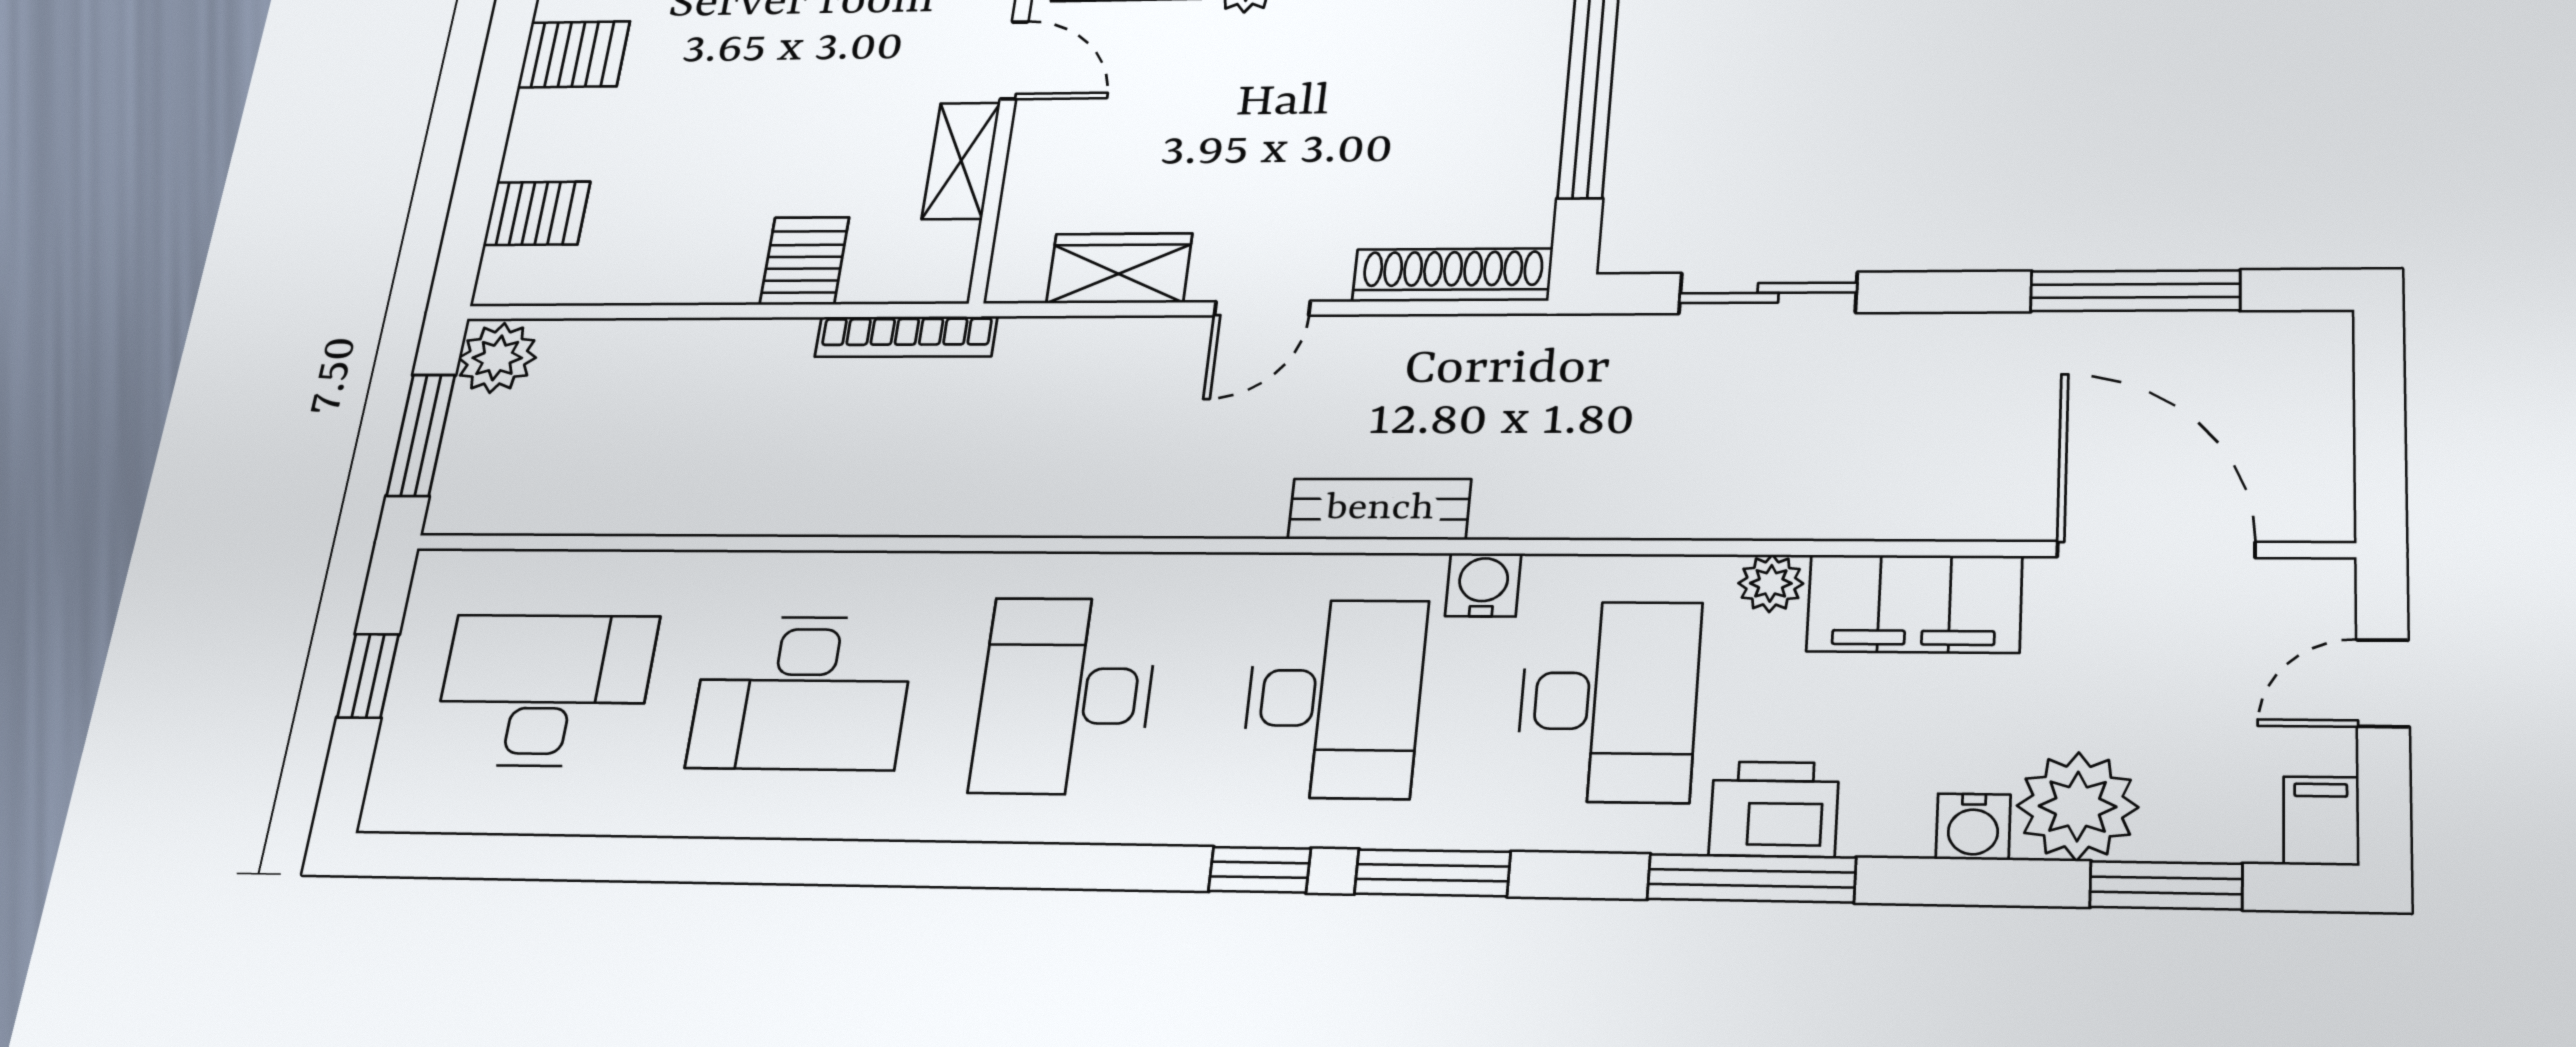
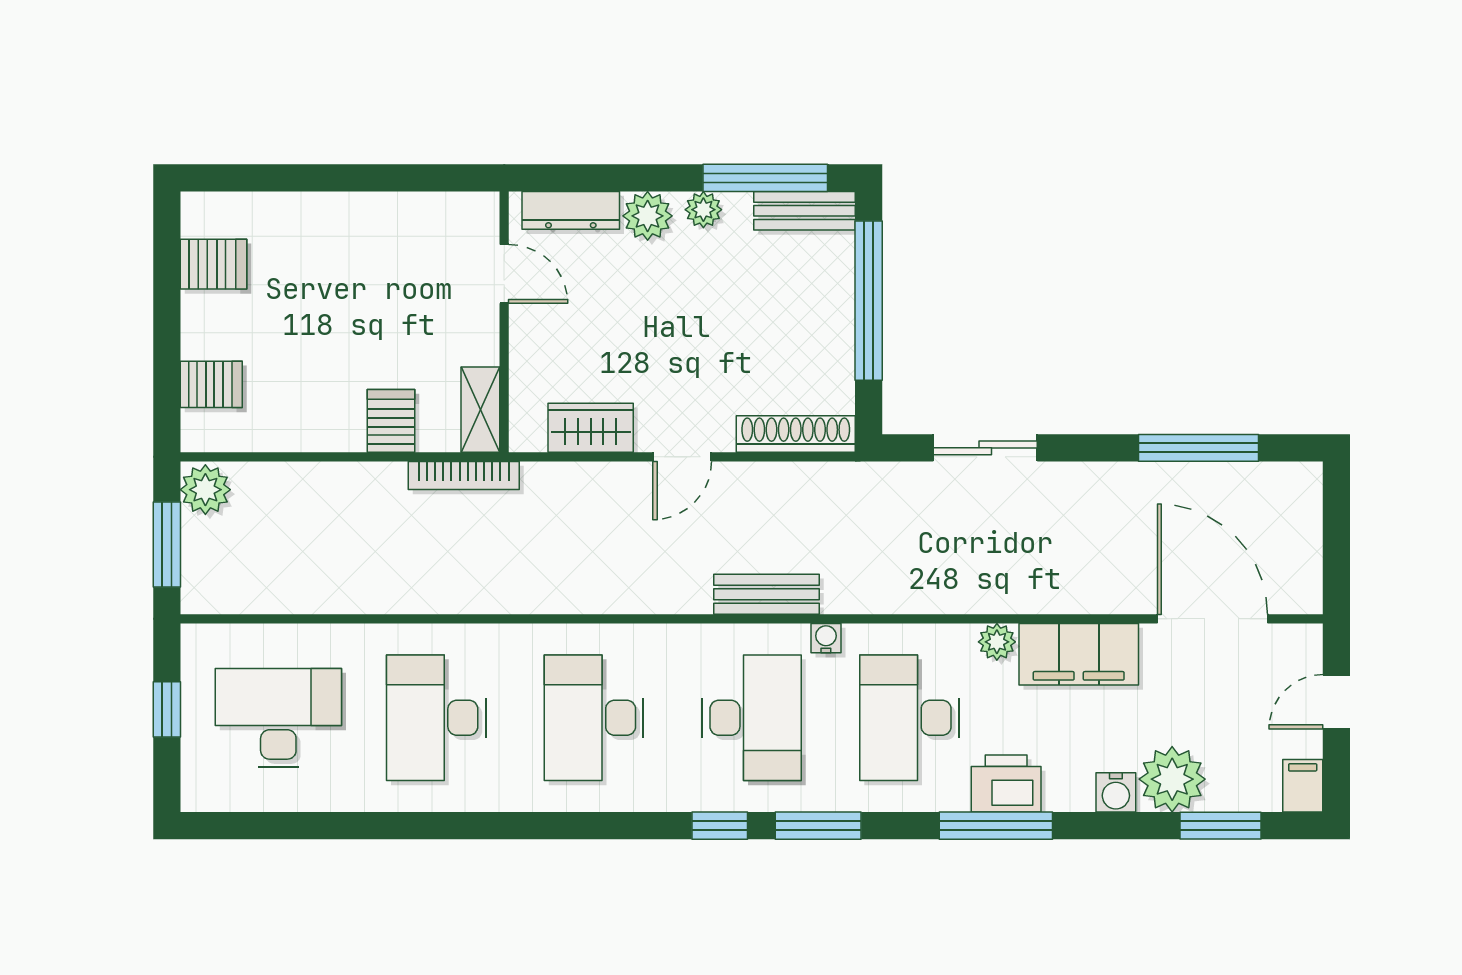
shelving: (961, 161) -> (480, 410), moved
water cooler: (1483, 585) -> (826, 638), width x0.72, depth x0.72
desk: (802, 693) -> (436, 718), turned 90
desk: (1609, 701) -> (909, 718), turned 180

